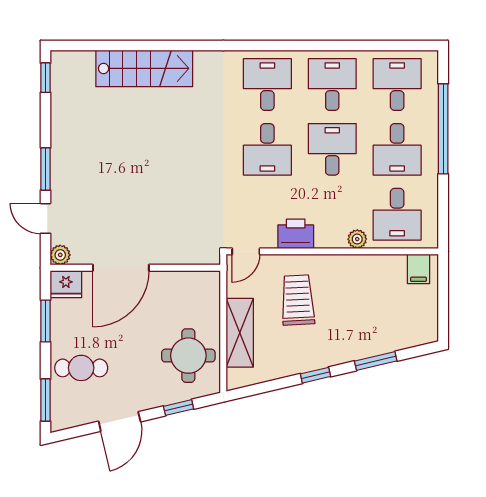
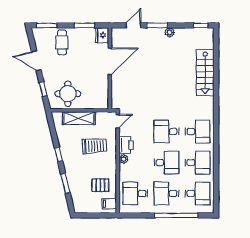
plant: (357, 239) -> (124, 159), moved
door: (246, 251) -> (118, 121), swing flipped
plant: (60, 255) -> (170, 32), moved
door: (121, 268) -> (110, 61), swing flipped
pallet: (380, 288) -> (100, 185), added

